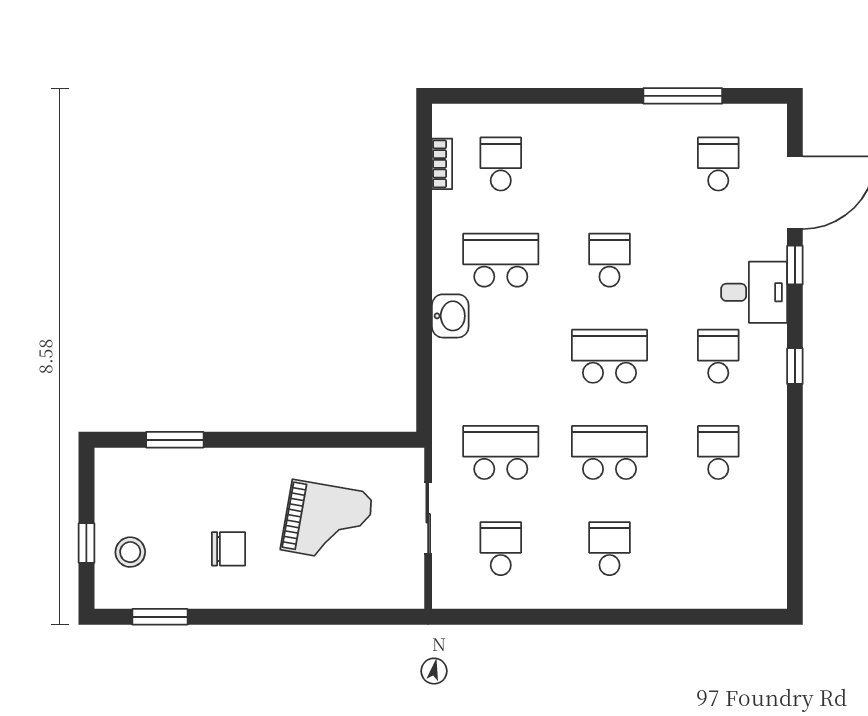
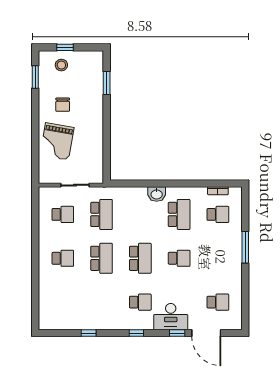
window: (683, 96) -> (245, 247), moved
desk: (754, 292) -> (171, 317), width x1.37
school desk: (718, 452) -> (102, 302), removed
window: (795, 484) -> (89, 333), added
grand piano: (327, 522) -> (57, 141), moved

